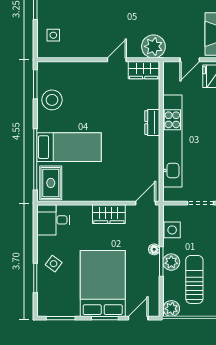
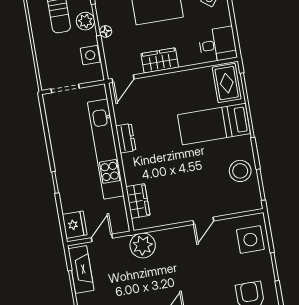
side table: (53, 35) -> (250, 240), width x1.87, depth x1.87
door: (117, 60) -> (203, 221), moved
wardrobe: (144, 70) -> (138, 201), moved, turned 90
dresser: (152, 123) -> (126, 138), moved

